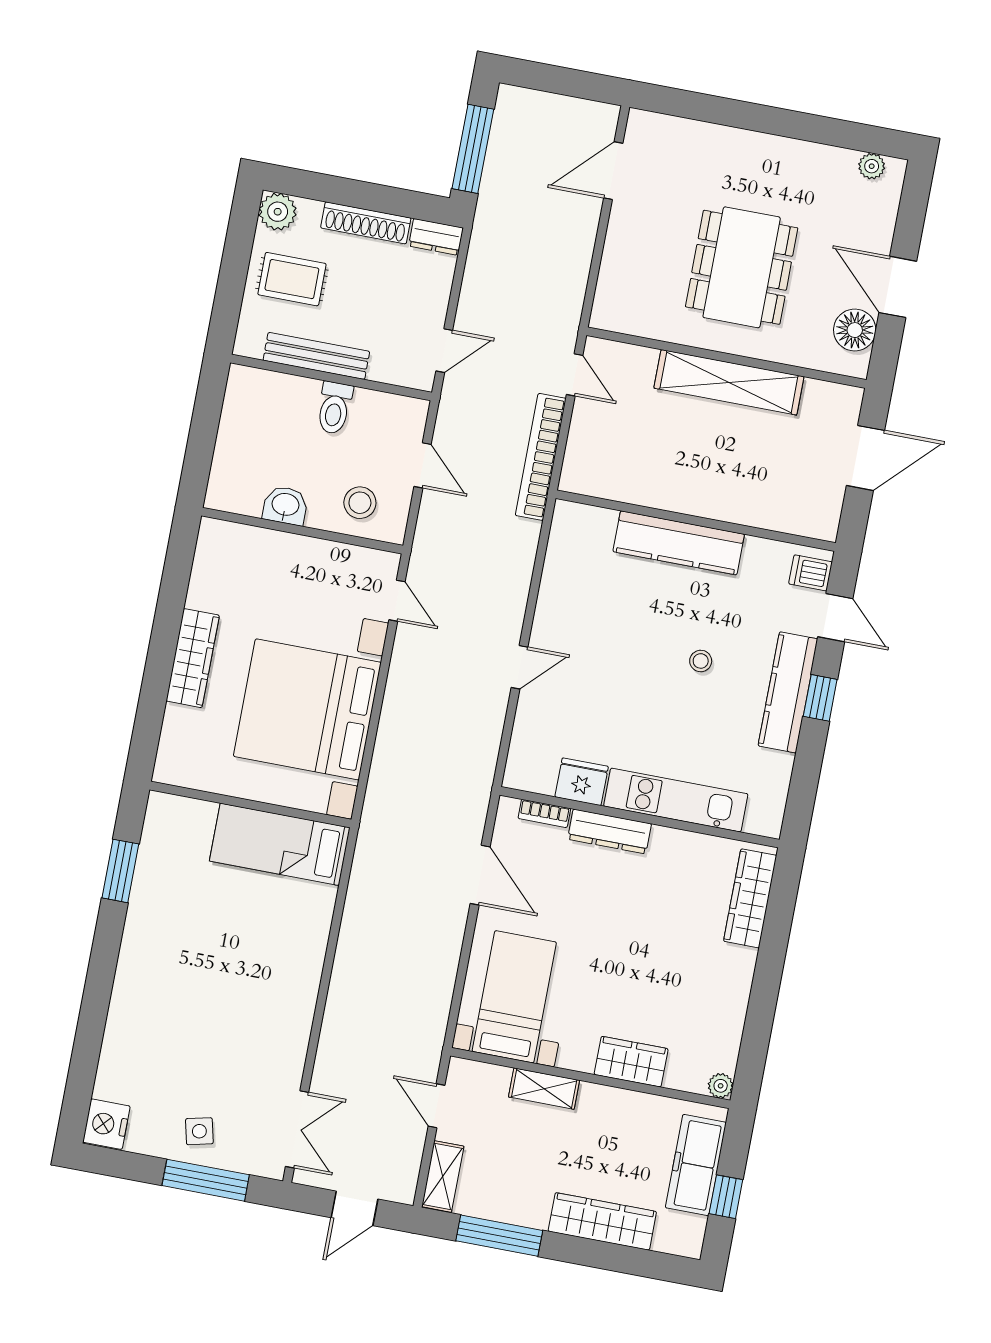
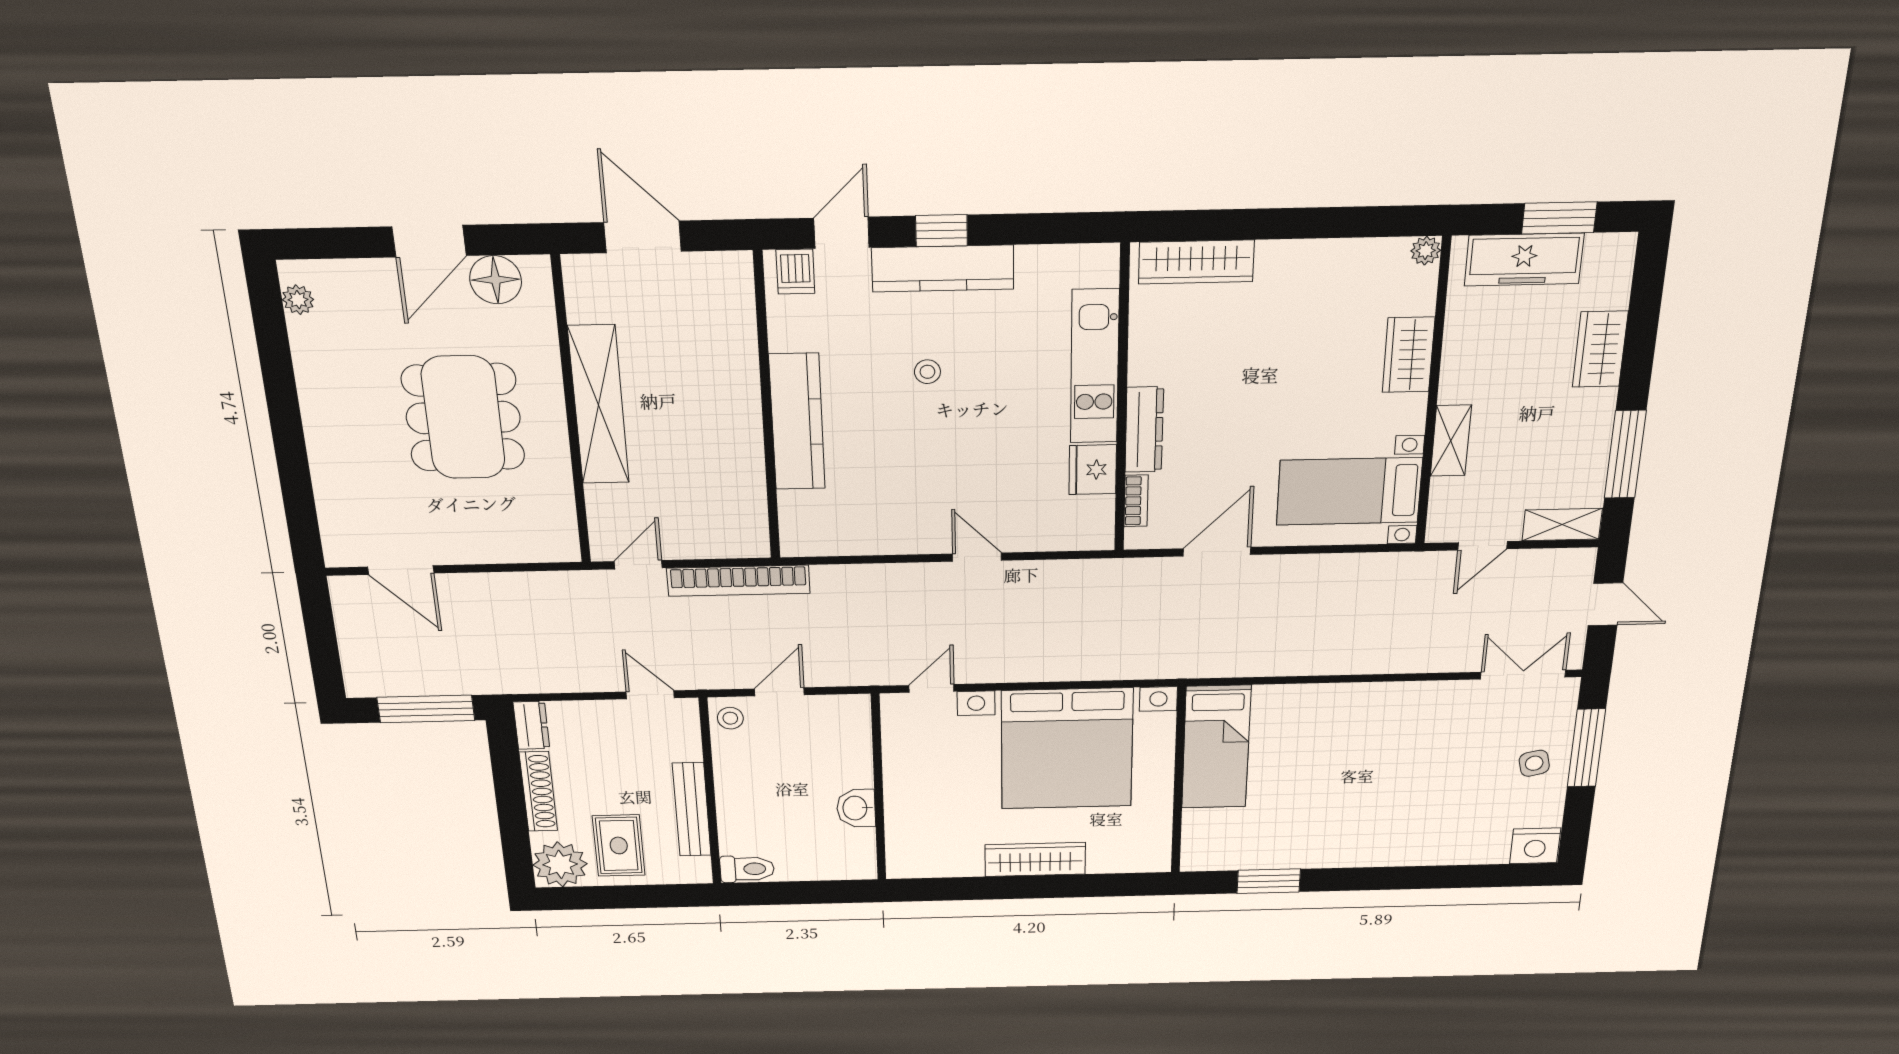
plant: (278, 212) -> (560, 864), width x1.36, depth x1.36
dining table: (742, 267) -> (463, 418), turned 90
toilet: (334, 408) -> (747, 869), moved
stool: (360, 503) -> (730, 718), moved, width x0.73, depth x0.73
window: (726, 1197) -> (1559, 218), width x1.50
wardrobe: (602, 1221) -> (1600, 349), width x0.67

